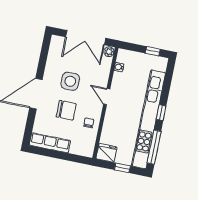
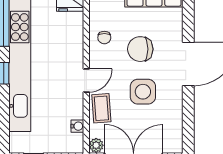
coffee table: (100, 76) -> (101, 108), added
door: (107, 97) -> (86, 80), hinge flipped

